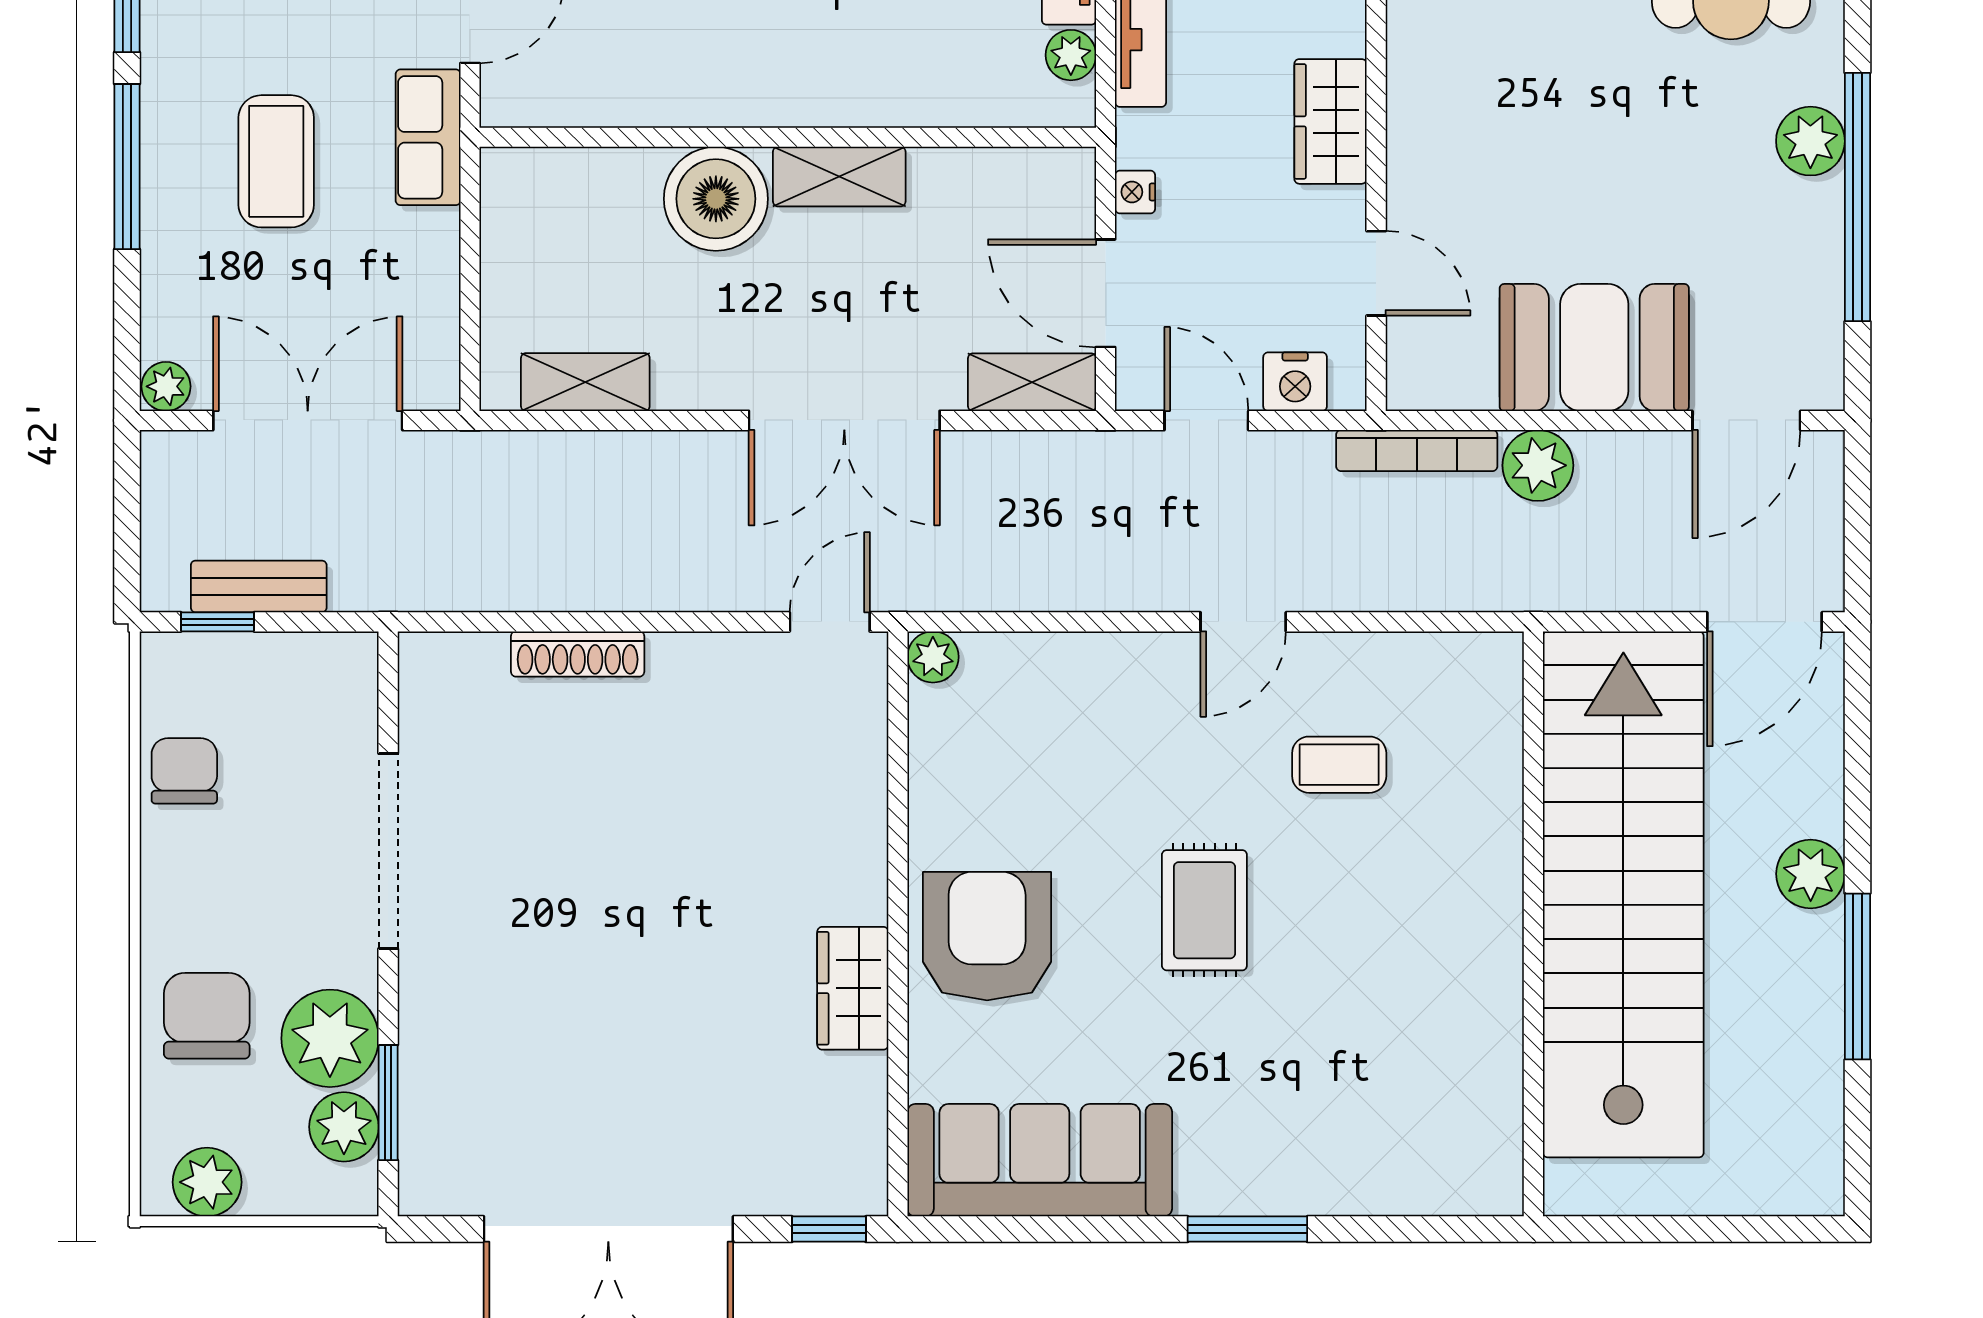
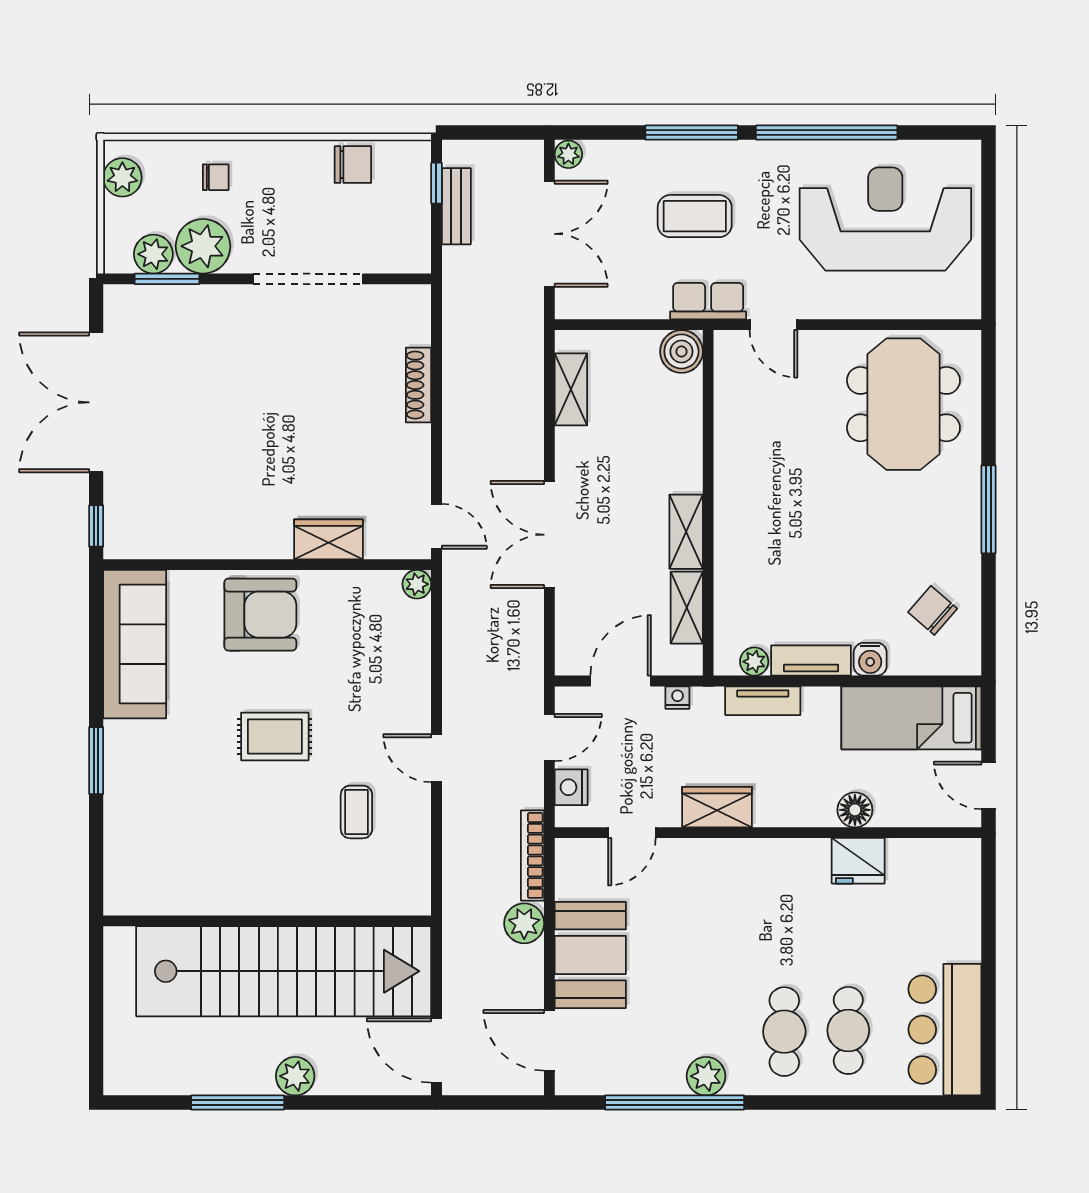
boiler: (716, 199) -> (681, 351), moved, width x0.73, depth x0.73
shelving: (1032, 382) -> (687, 608), moved
wardrobe: (853, 988) -> (328, 539), moved
chair: (207, 1016) -> (216, 177), width x0.54, depth x0.54

